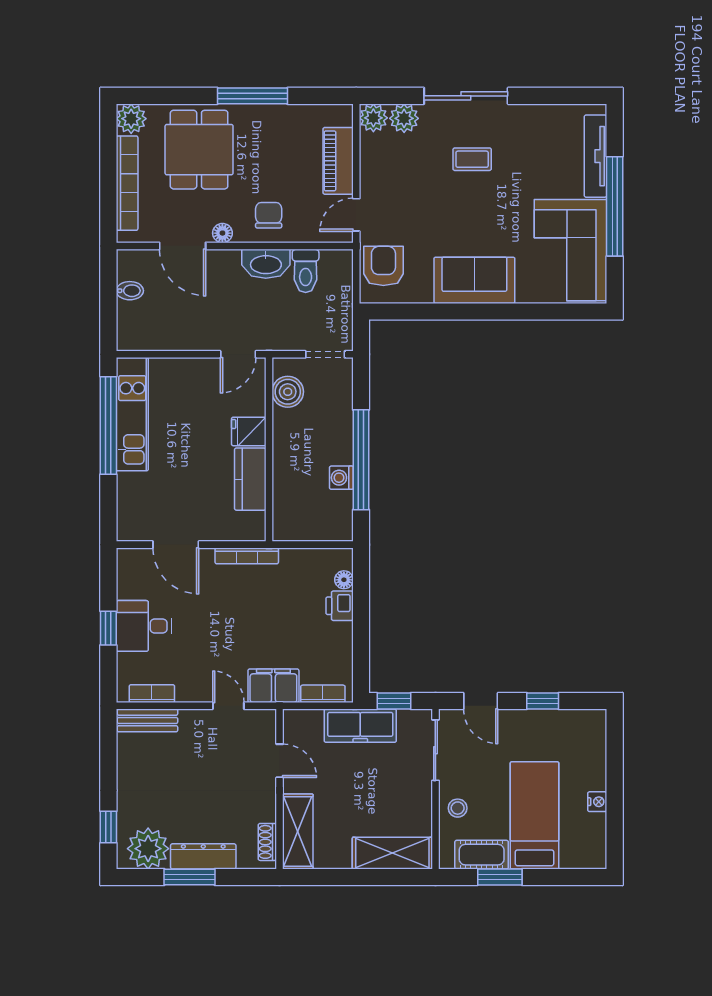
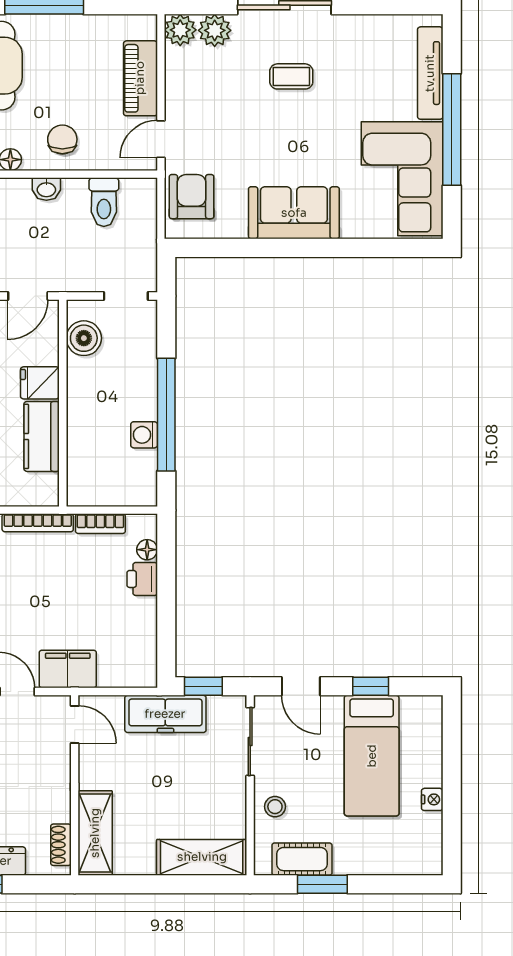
washbasin: (266, 264) -> (46, 189), width x0.52, depth x0.69
bookcase: (323, 694) -> (100, 524), moved, turned 180
door: (280, 761) -> (75, 725), moved
bed: (535, 815) -> (372, 756), moved, turned 180

